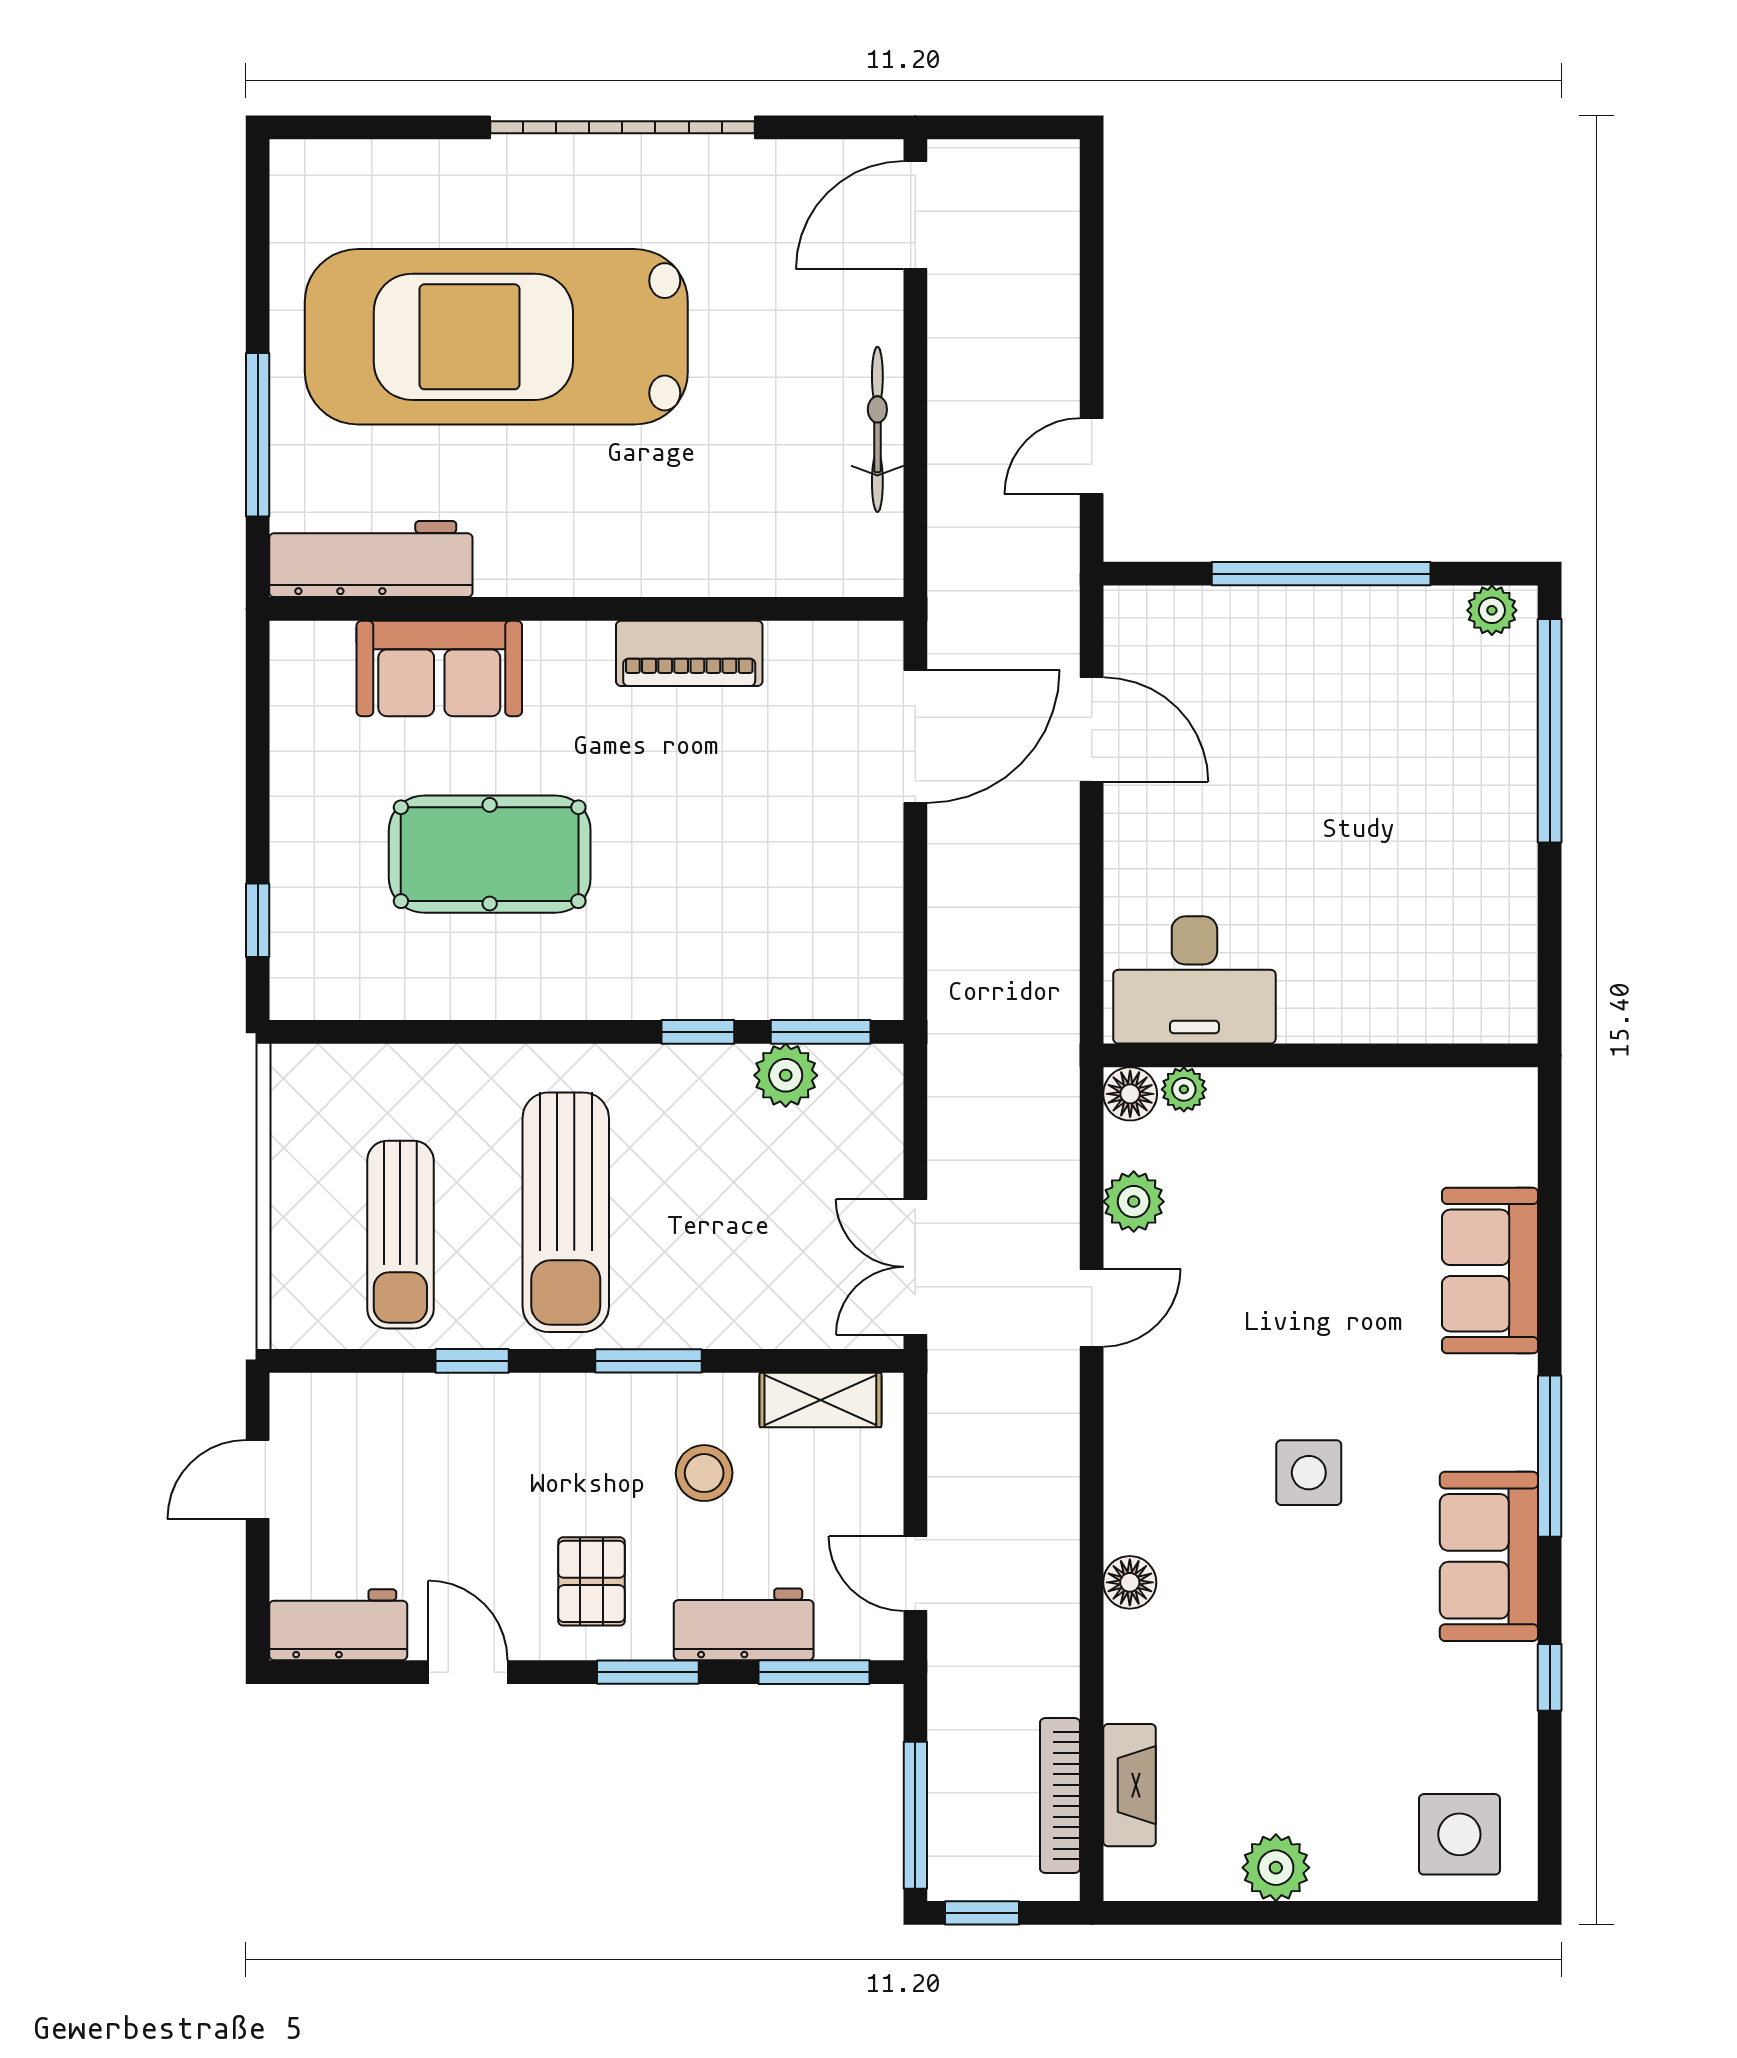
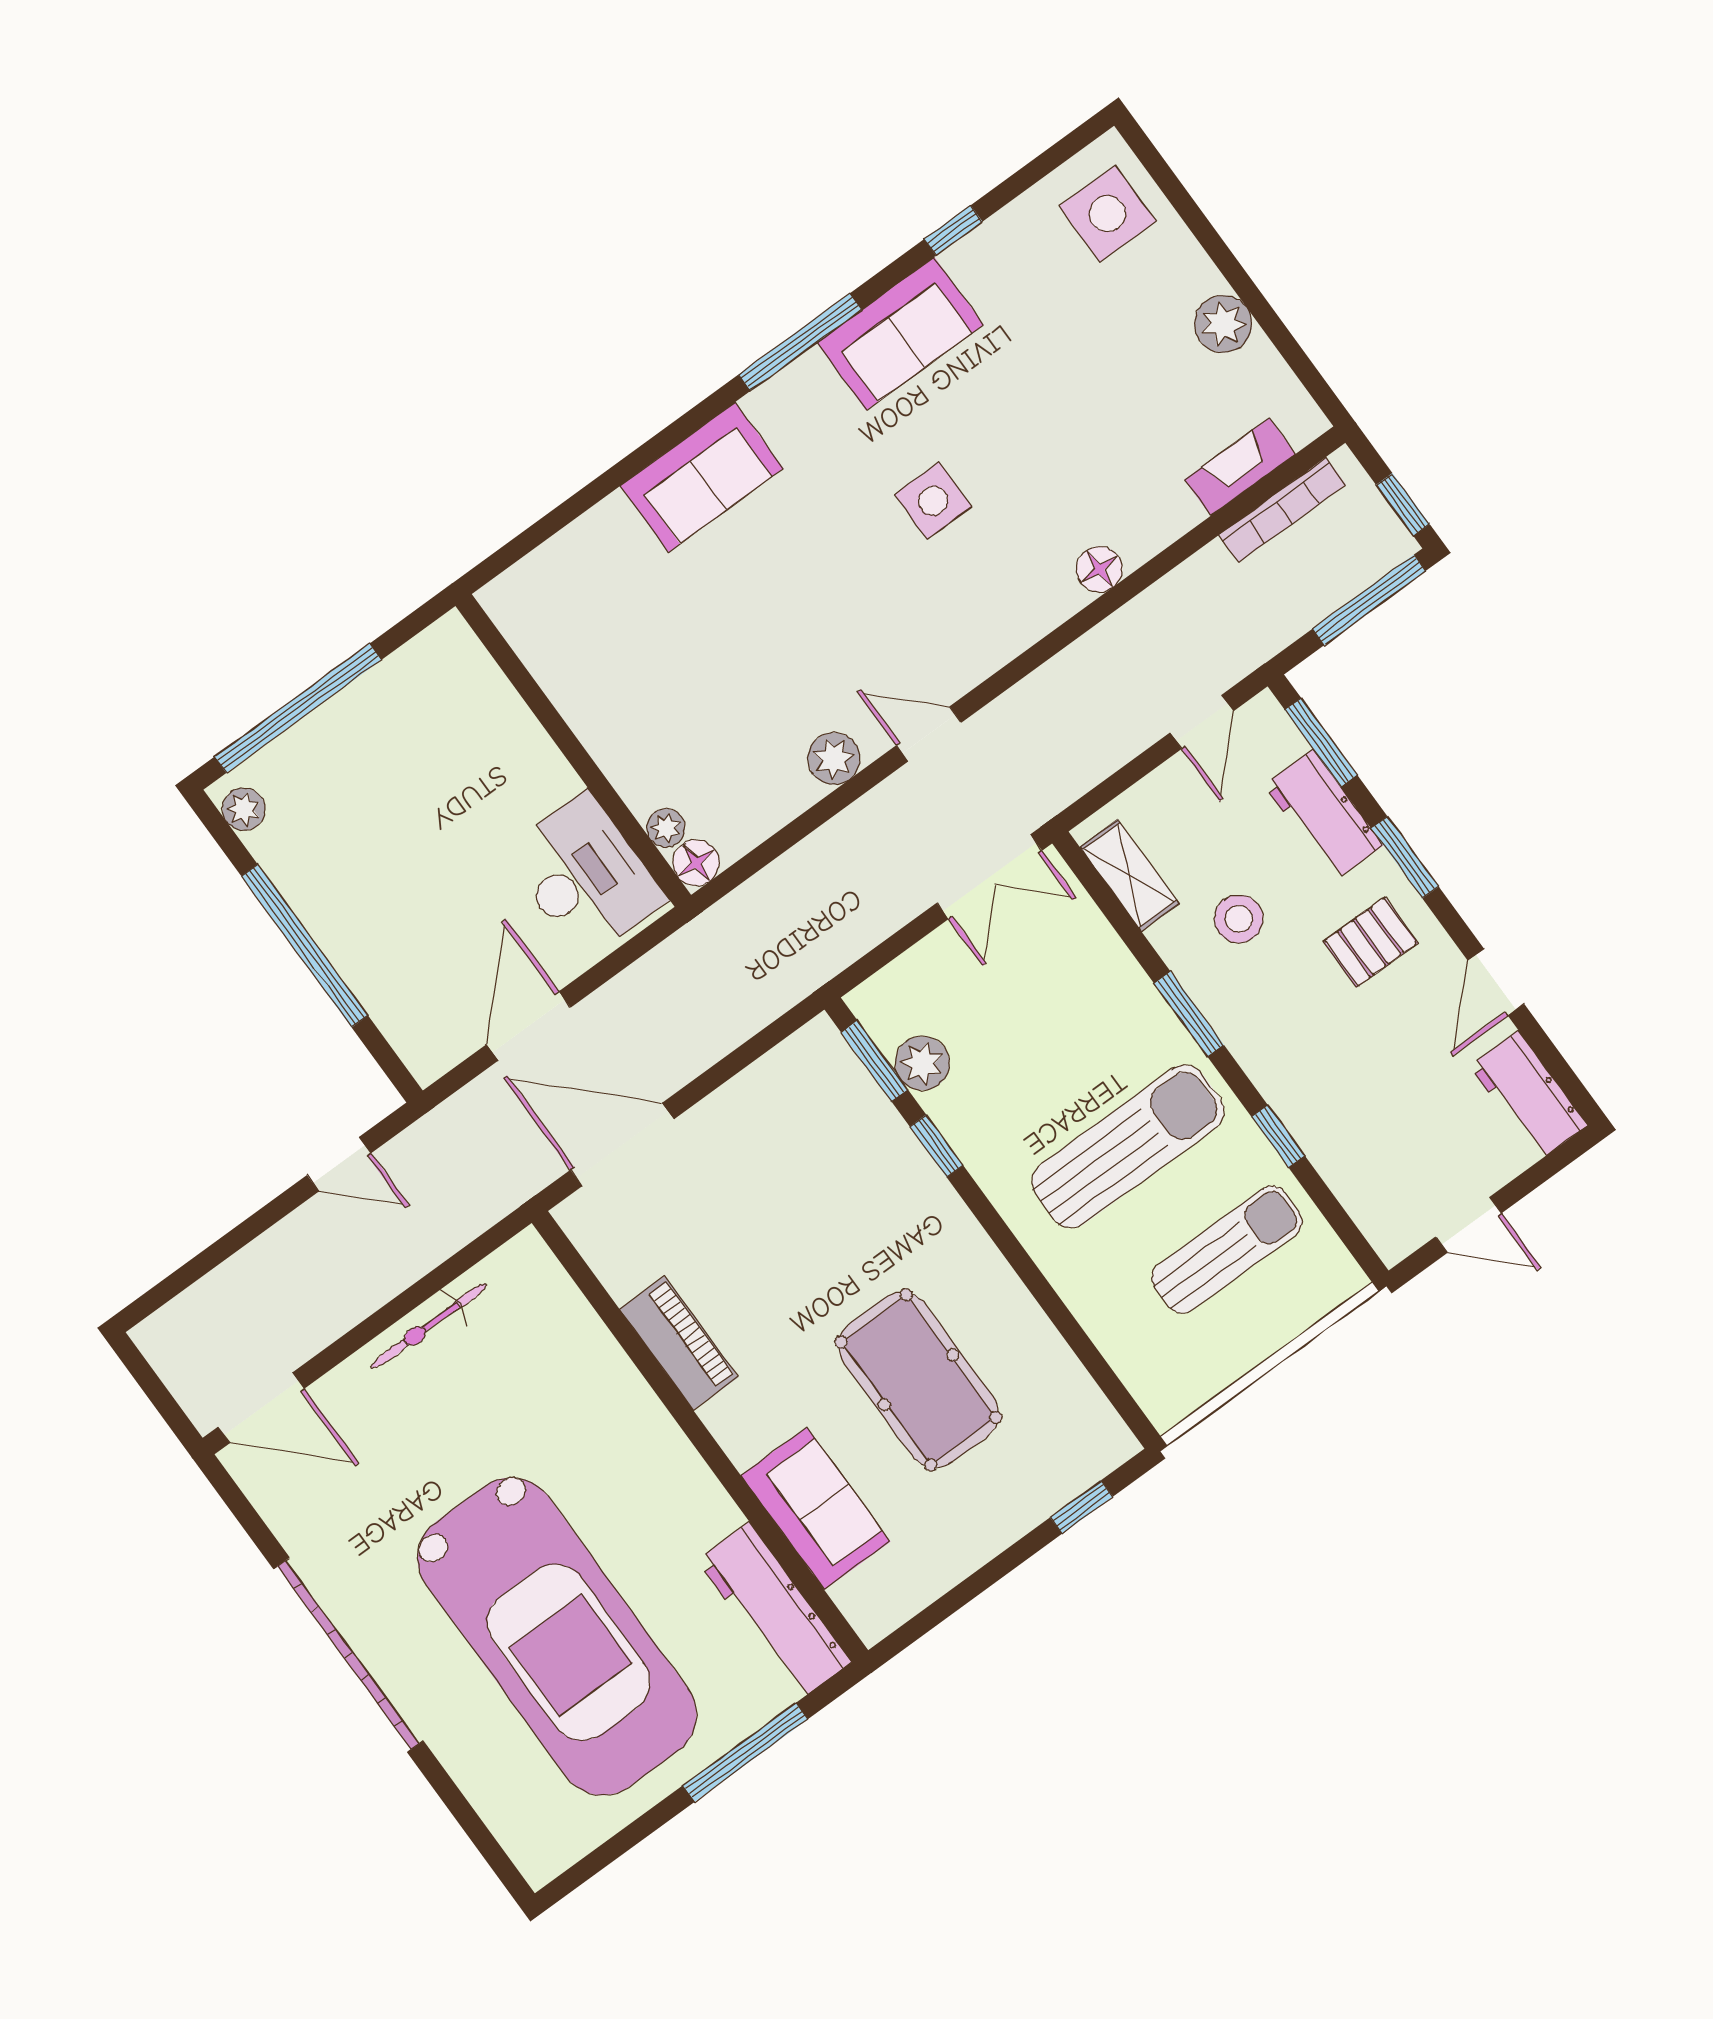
desk: (1194, 980) -> (585, 876), moved
wall: (1321, 1055) -> (573, 750), moved
plant: (1184, 1089) -> (666, 828), moved
floor lamp: (1130, 1094) -> (696, 863), moved

